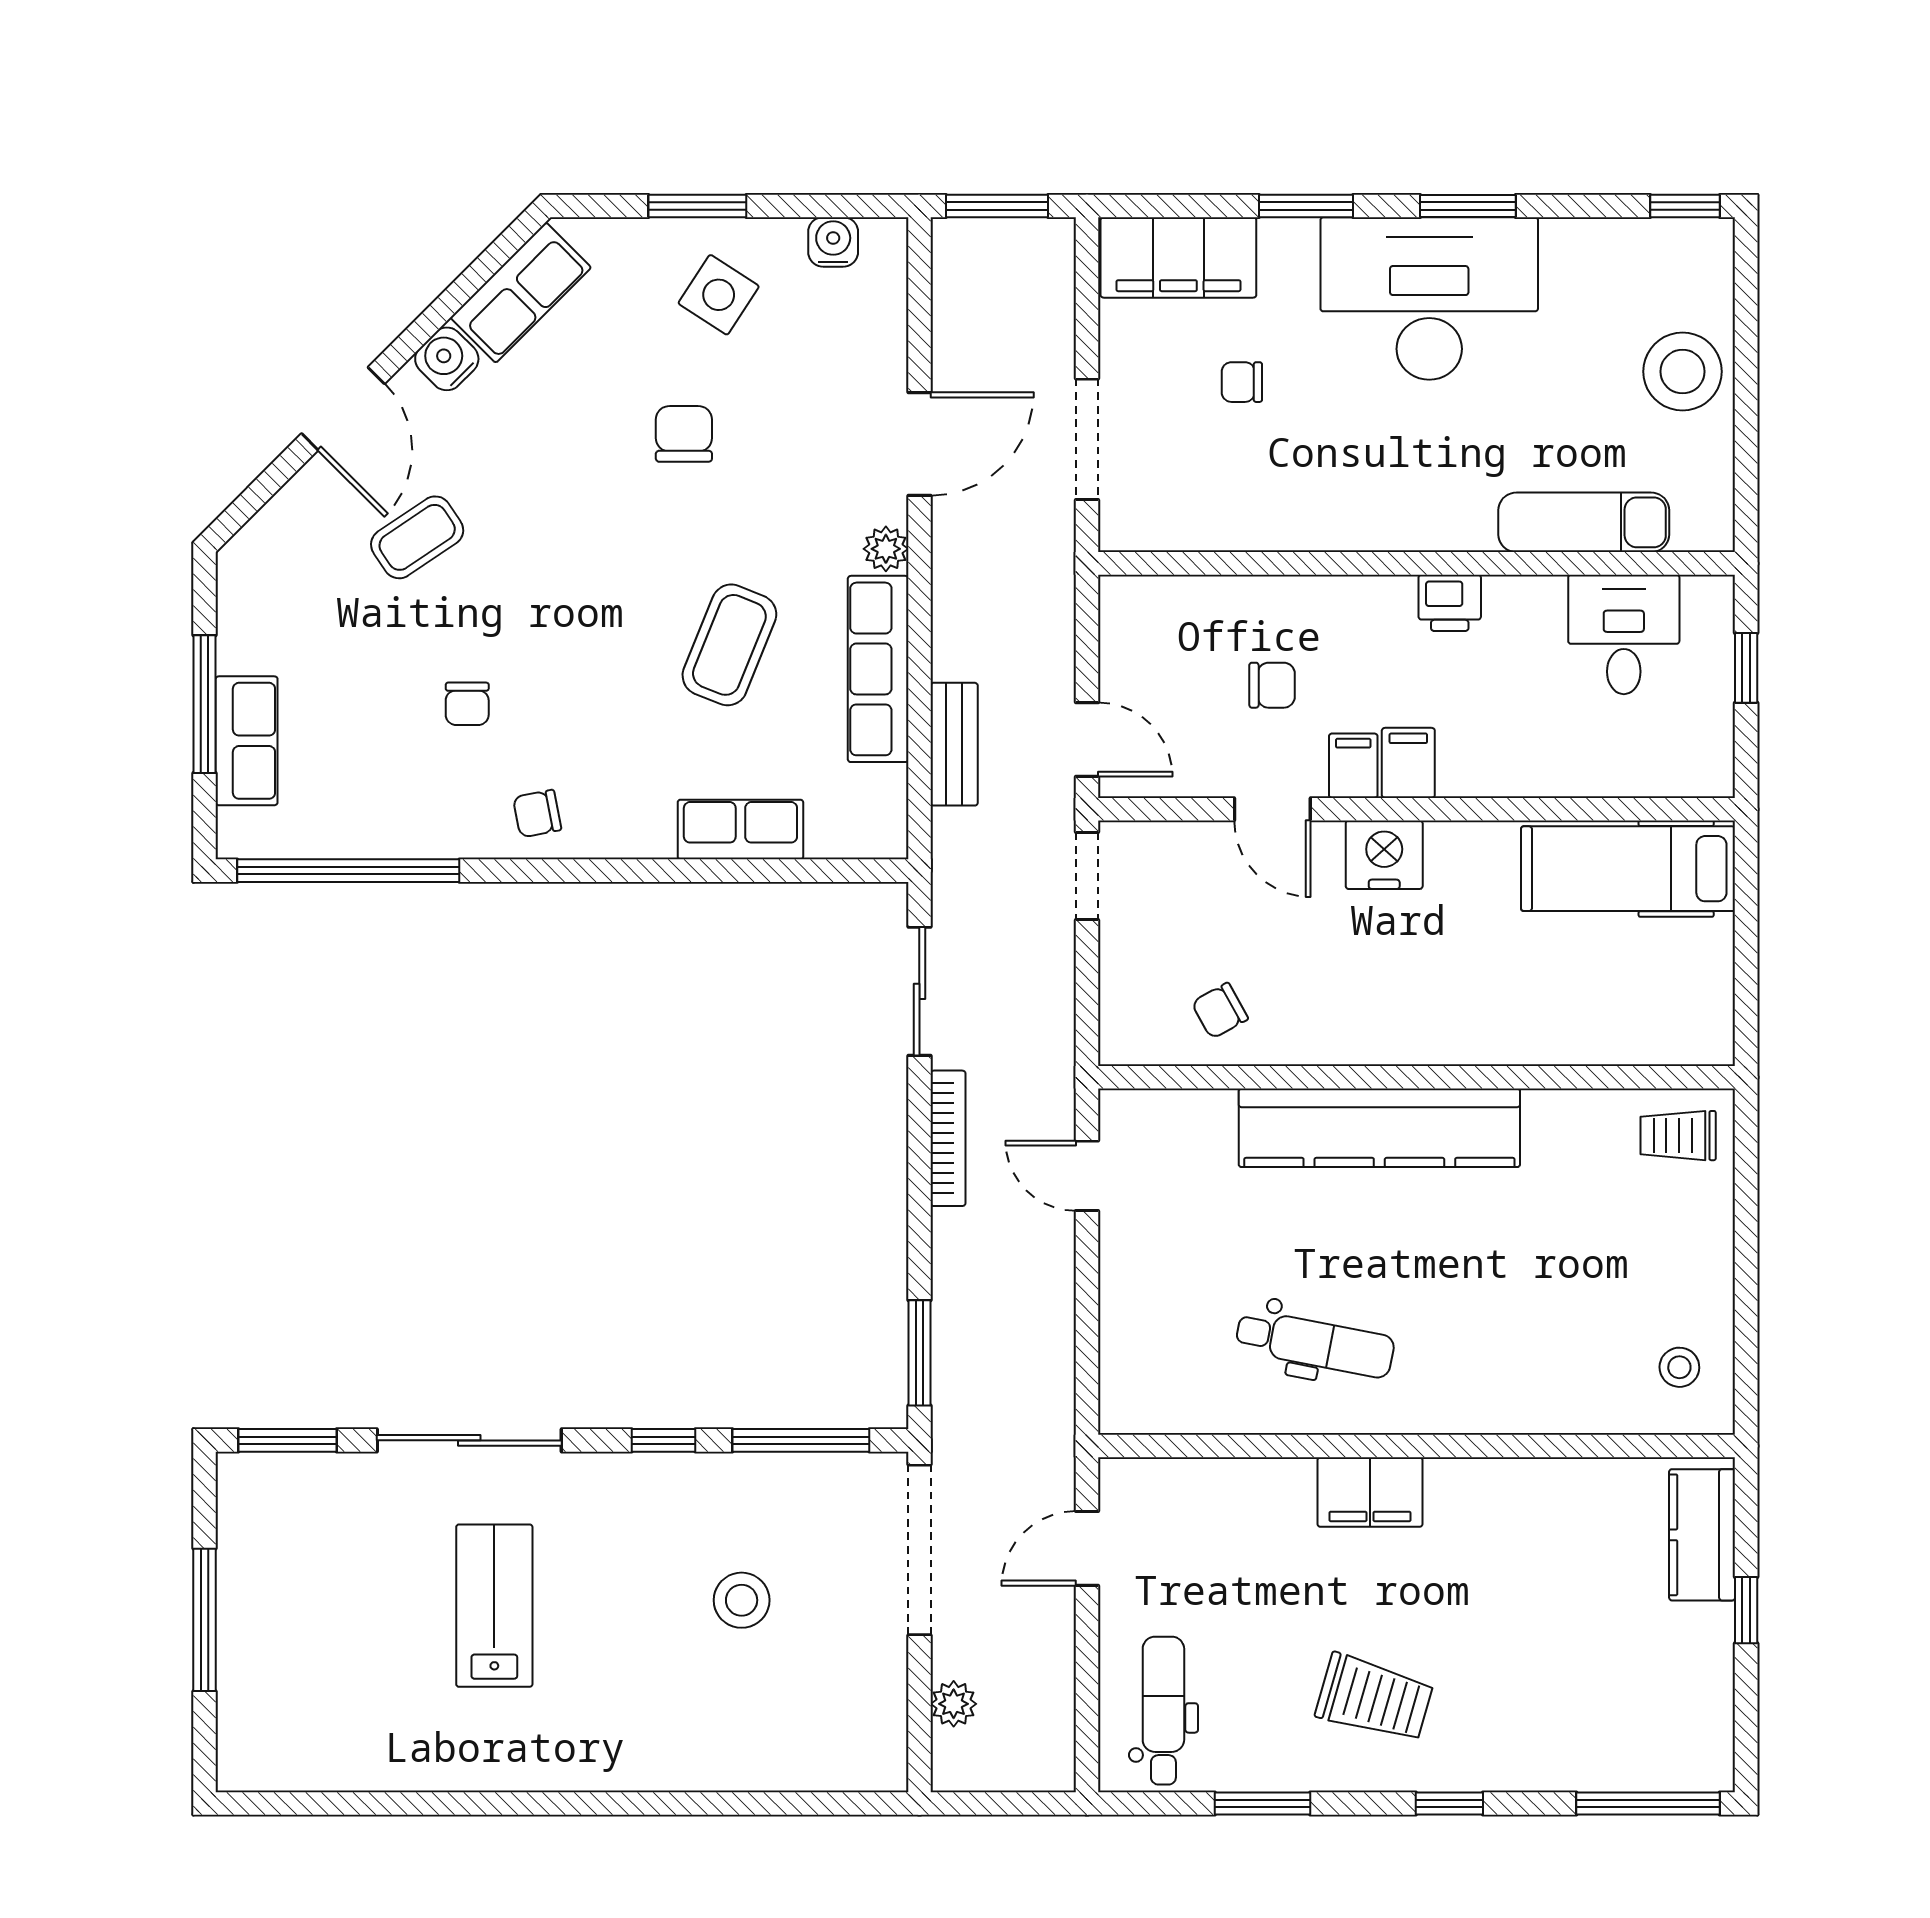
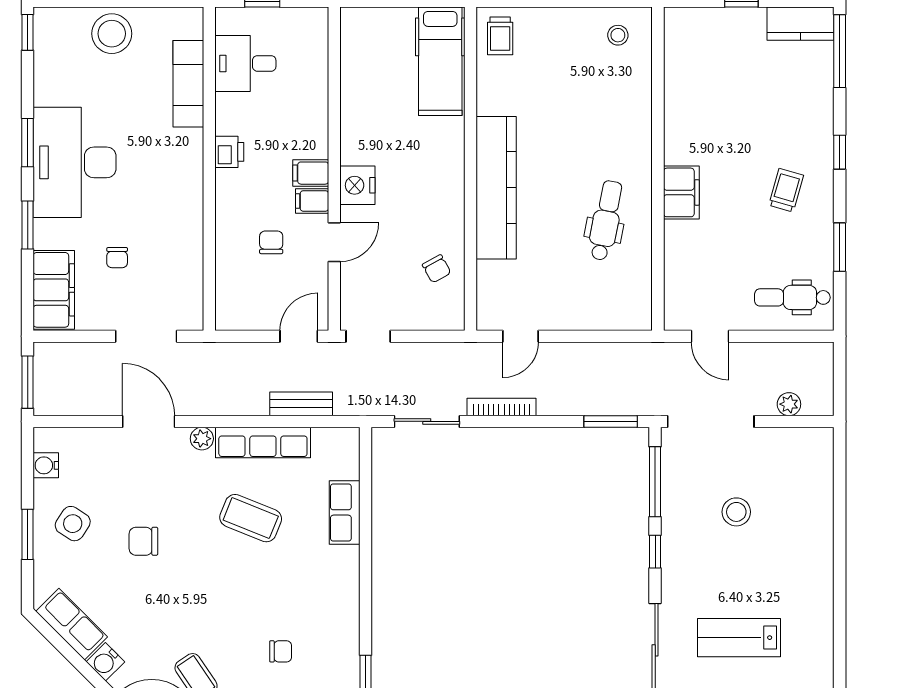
chair: (537, 814) -> (336, 616), removed
hospital bed: (1628, 869) -> (440, 61), moved
kitchen counter: (1702, 1535) -> (800, 24), moved
trolley: (1374, 1698) -> (786, 190), width x0.73, depth x0.72

